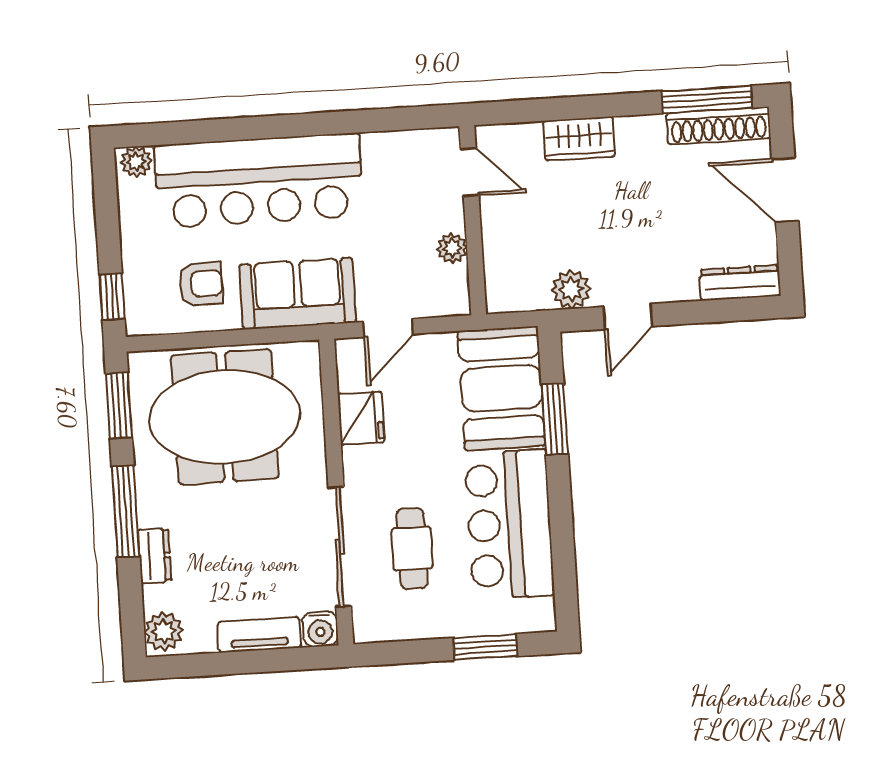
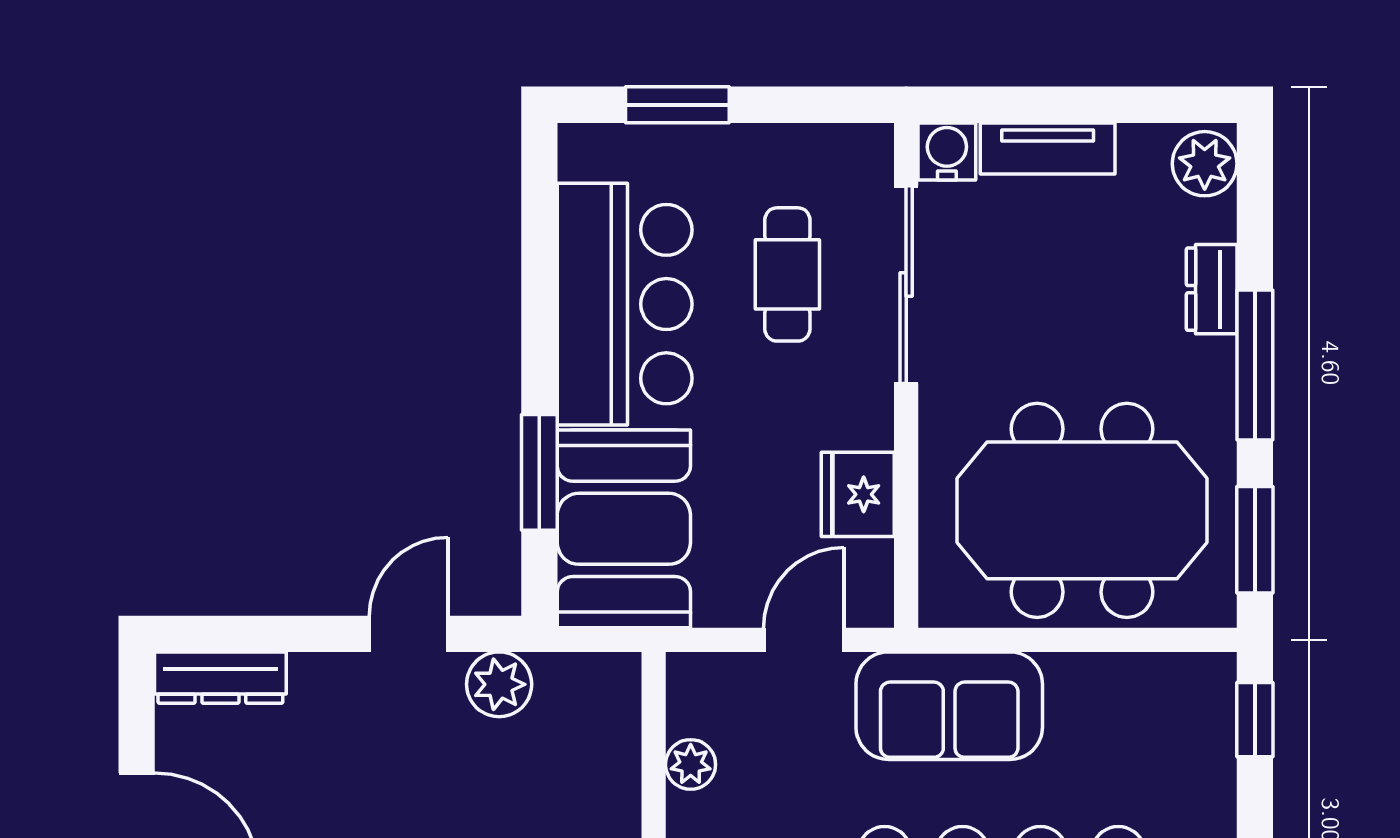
armchair: (201, 284) -> (1108, 732), removed

